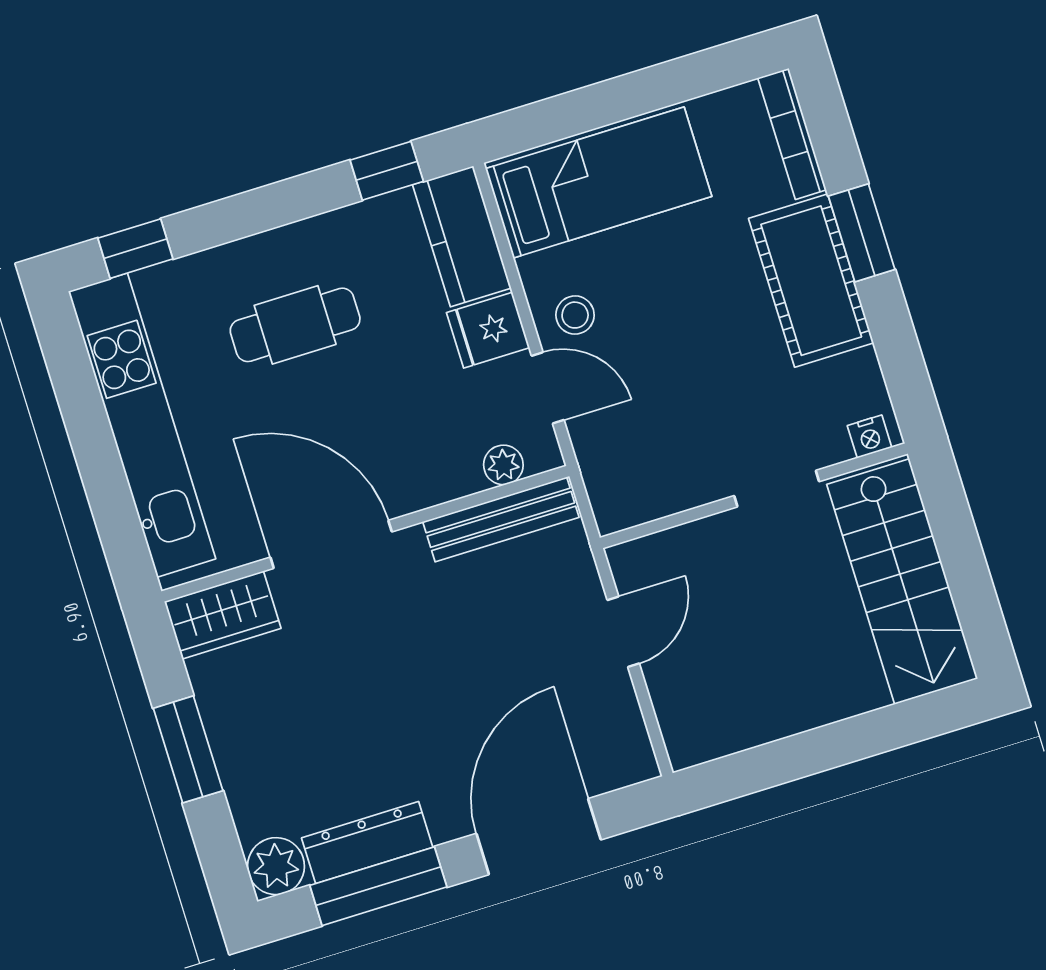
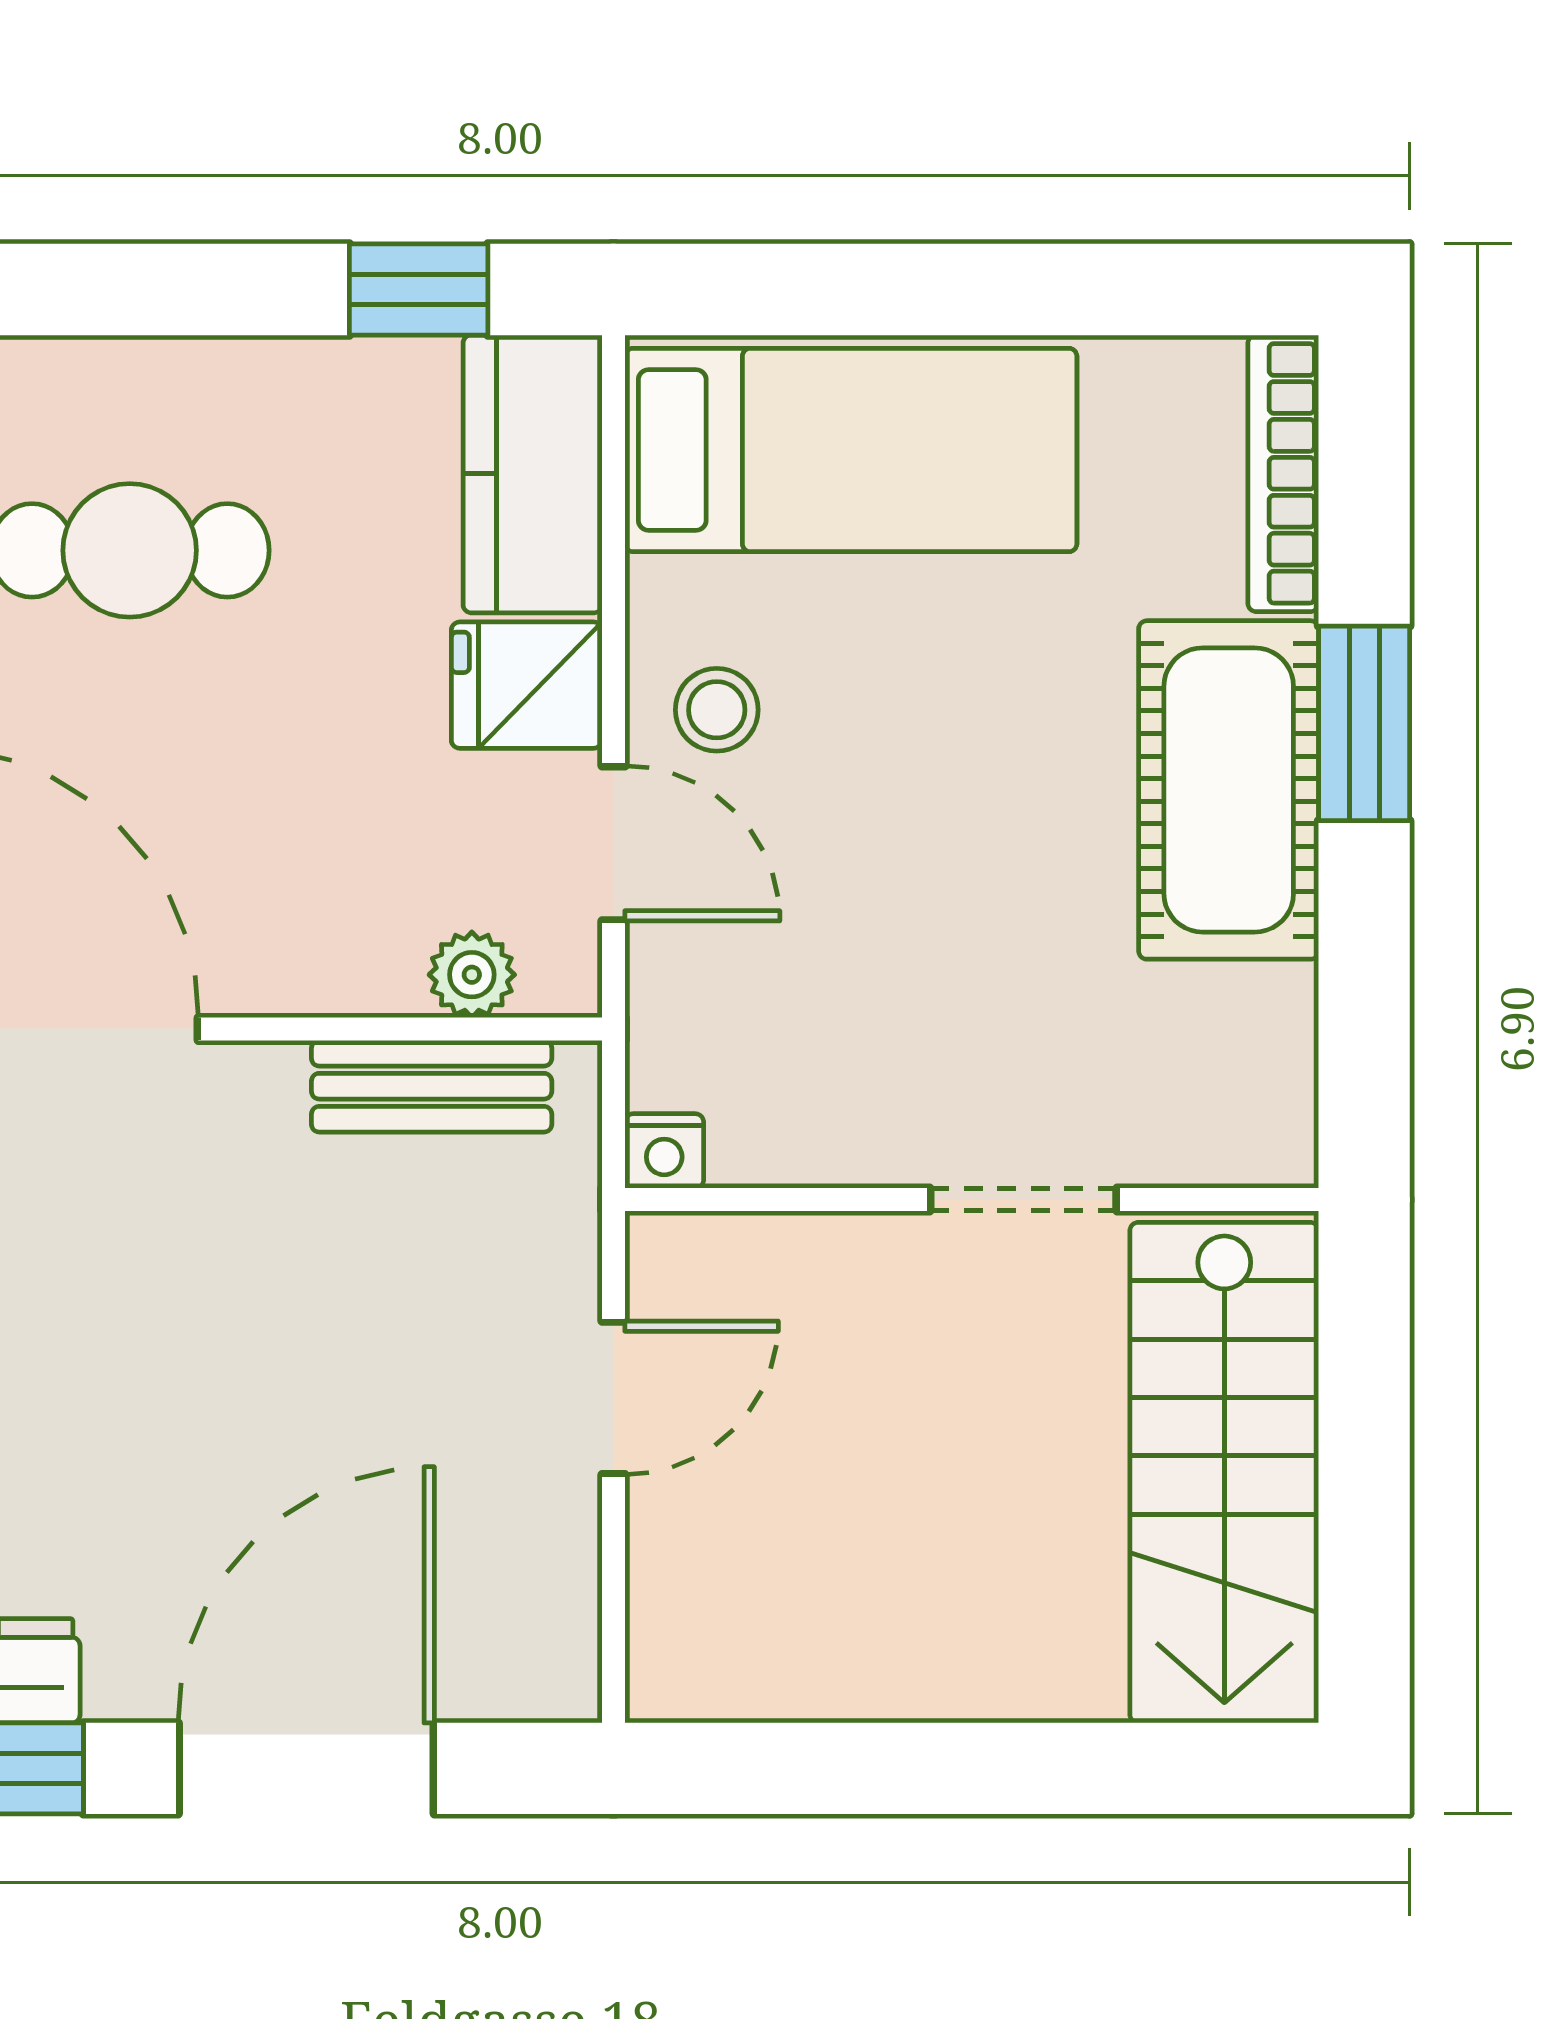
nightstand: (870, 437) -> (664, 1151), moved
bench: (501, 519) -> (432, 1086), width x0.73

